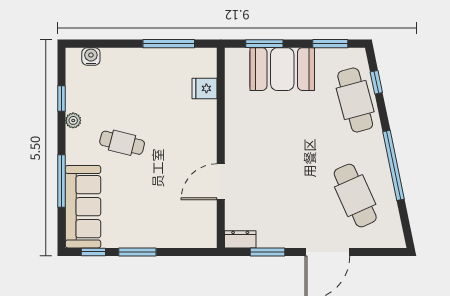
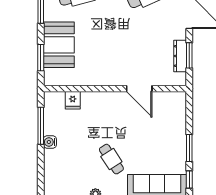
water cooler: (91, 56) -> (50, 142), moved
cafe table: (122, 143) -> (111, 159), turned -47
dresser: (240, 239) -> (180, 56), moved, width x1.44

